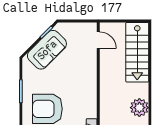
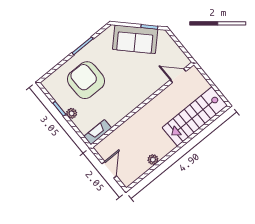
door: (98, 40) -> (178, 76), swing flipped
plant: (139, 108) -> (153, 160), width x0.53, depth x0.53

